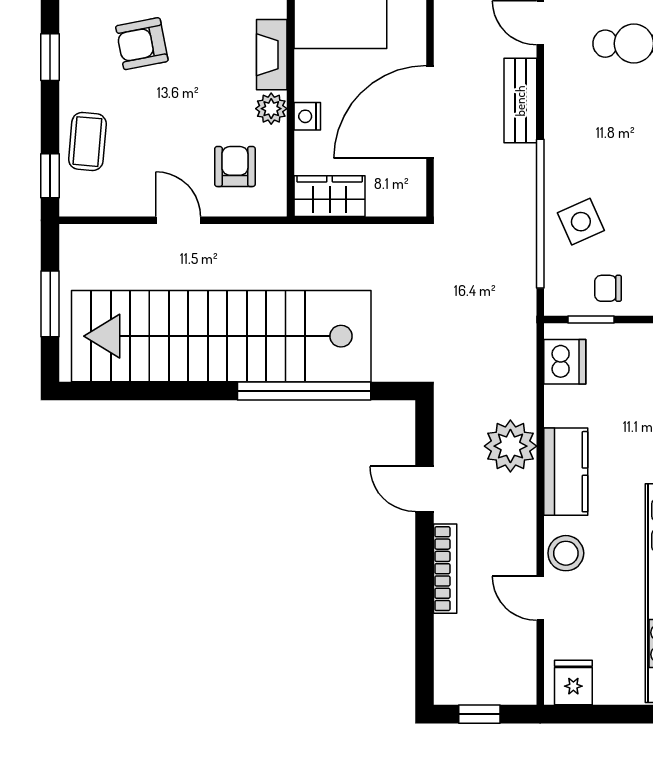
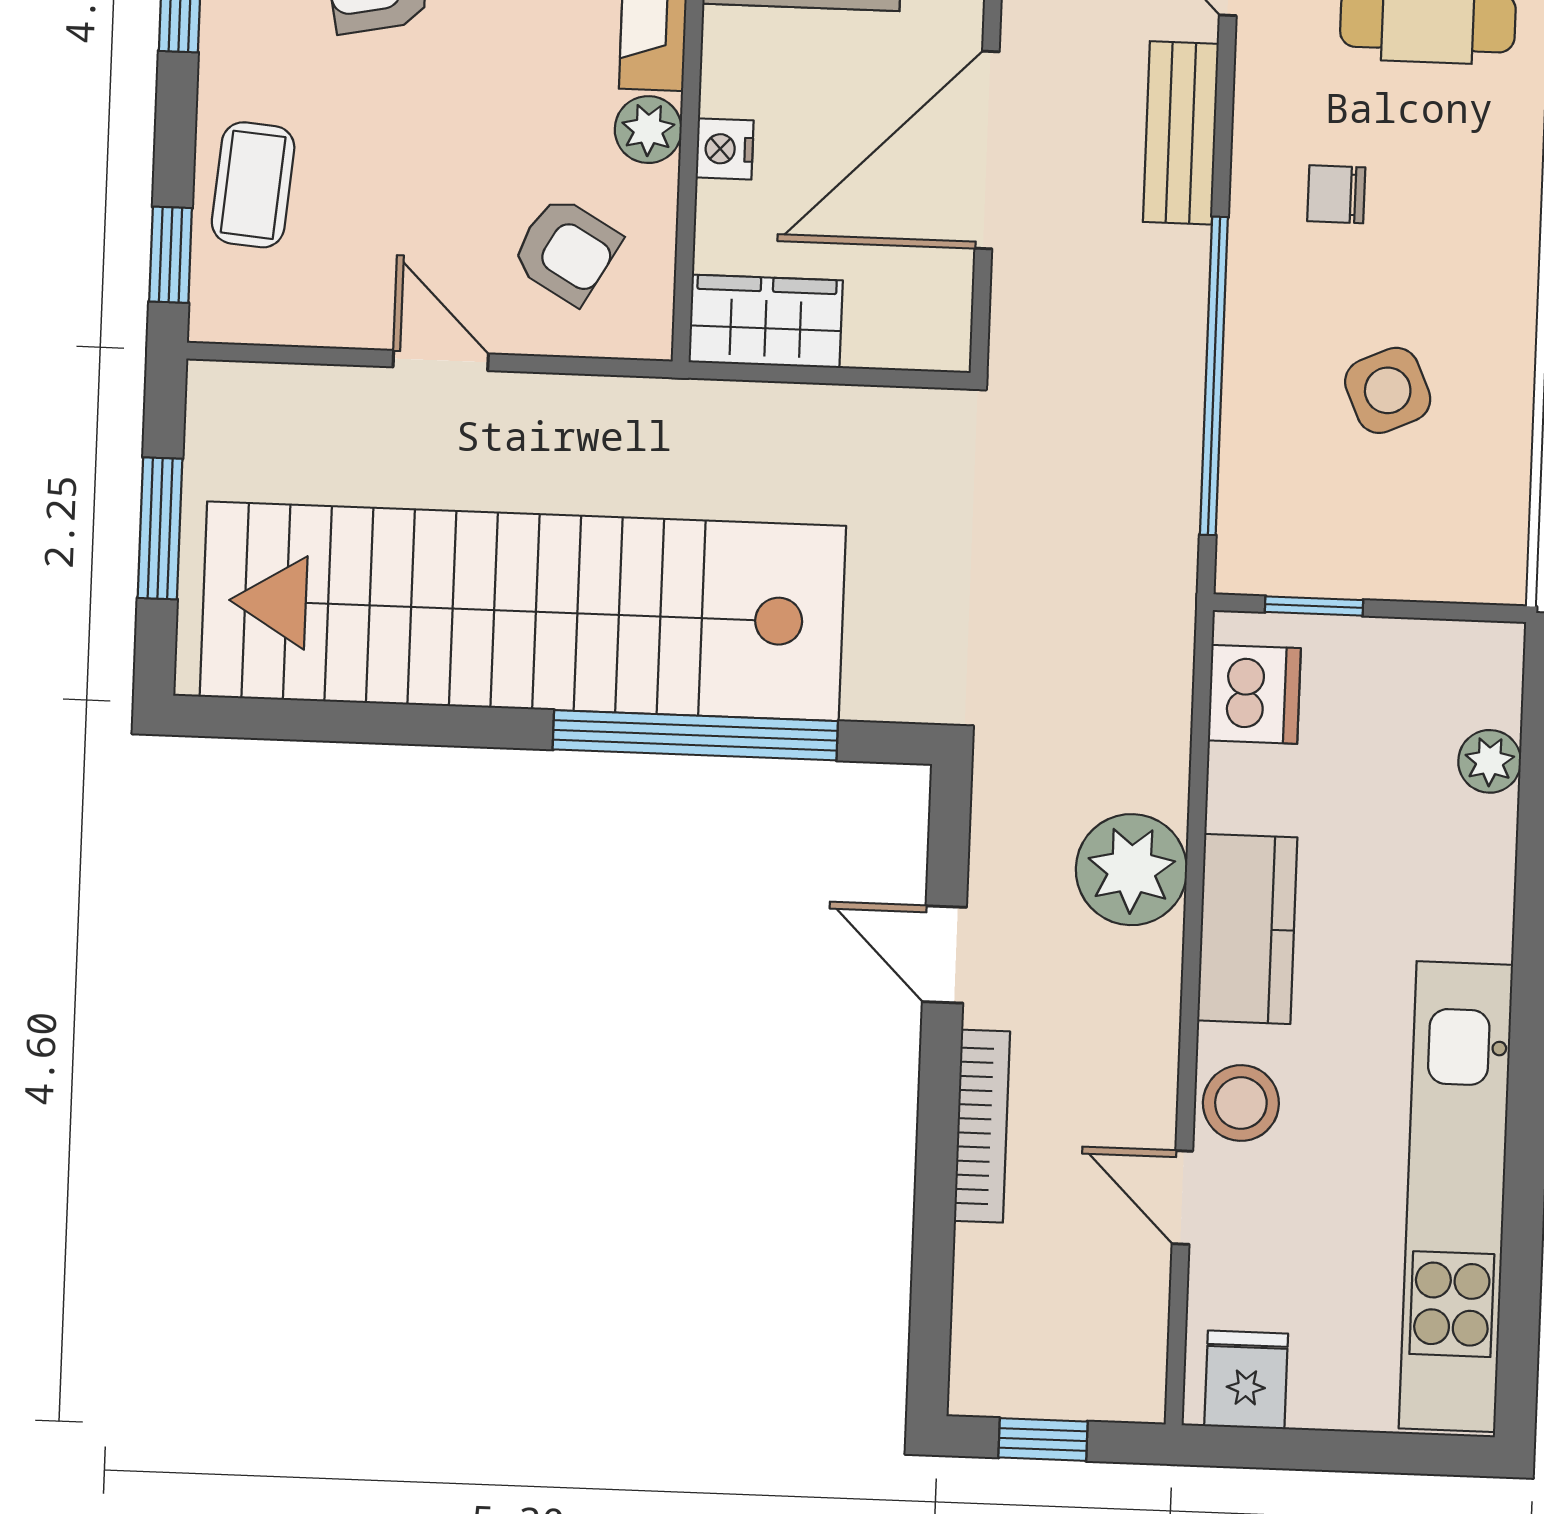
armchair: (235, 167) -> (566, 250), turned 120
side table: (581, 222) -> (1388, 390), moved
chair: (608, 288) -> (1336, 194), moved

